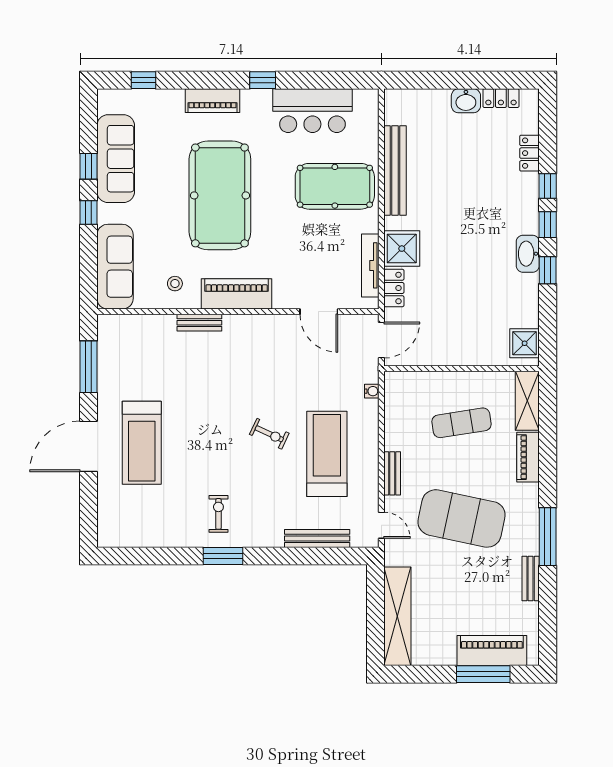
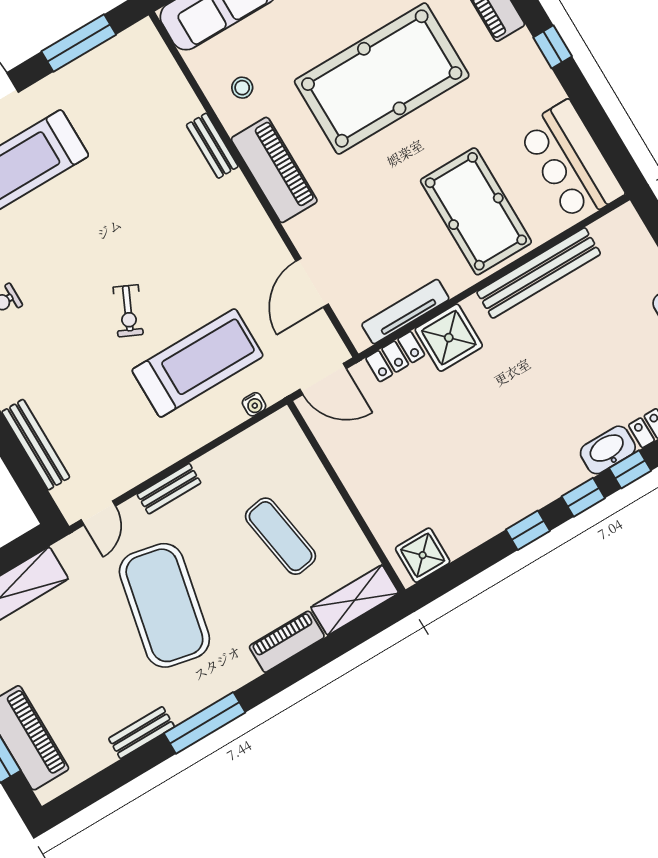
bar counter: (312, 111) -> (571, 162), moved
washbasin: (528, 254) -> (608, 450), moved
treadmill: (327, 454) -> (198, 363), moved

